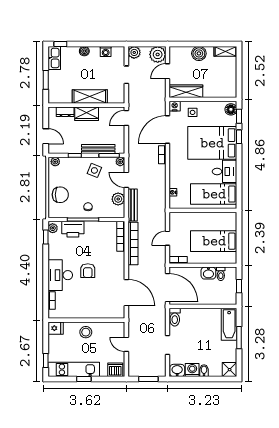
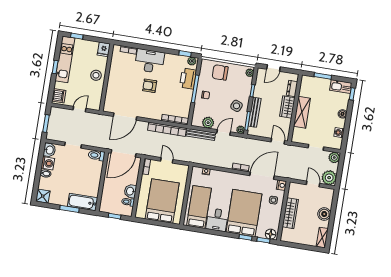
wardrobe: (186, 91) -> (290, 213), moved
door: (168, 130) -> (262, 176), hinge flipped
chair: (60, 195) -> (220, 72), turned 90
bed: (214, 241) -> (162, 201), width x1.50

